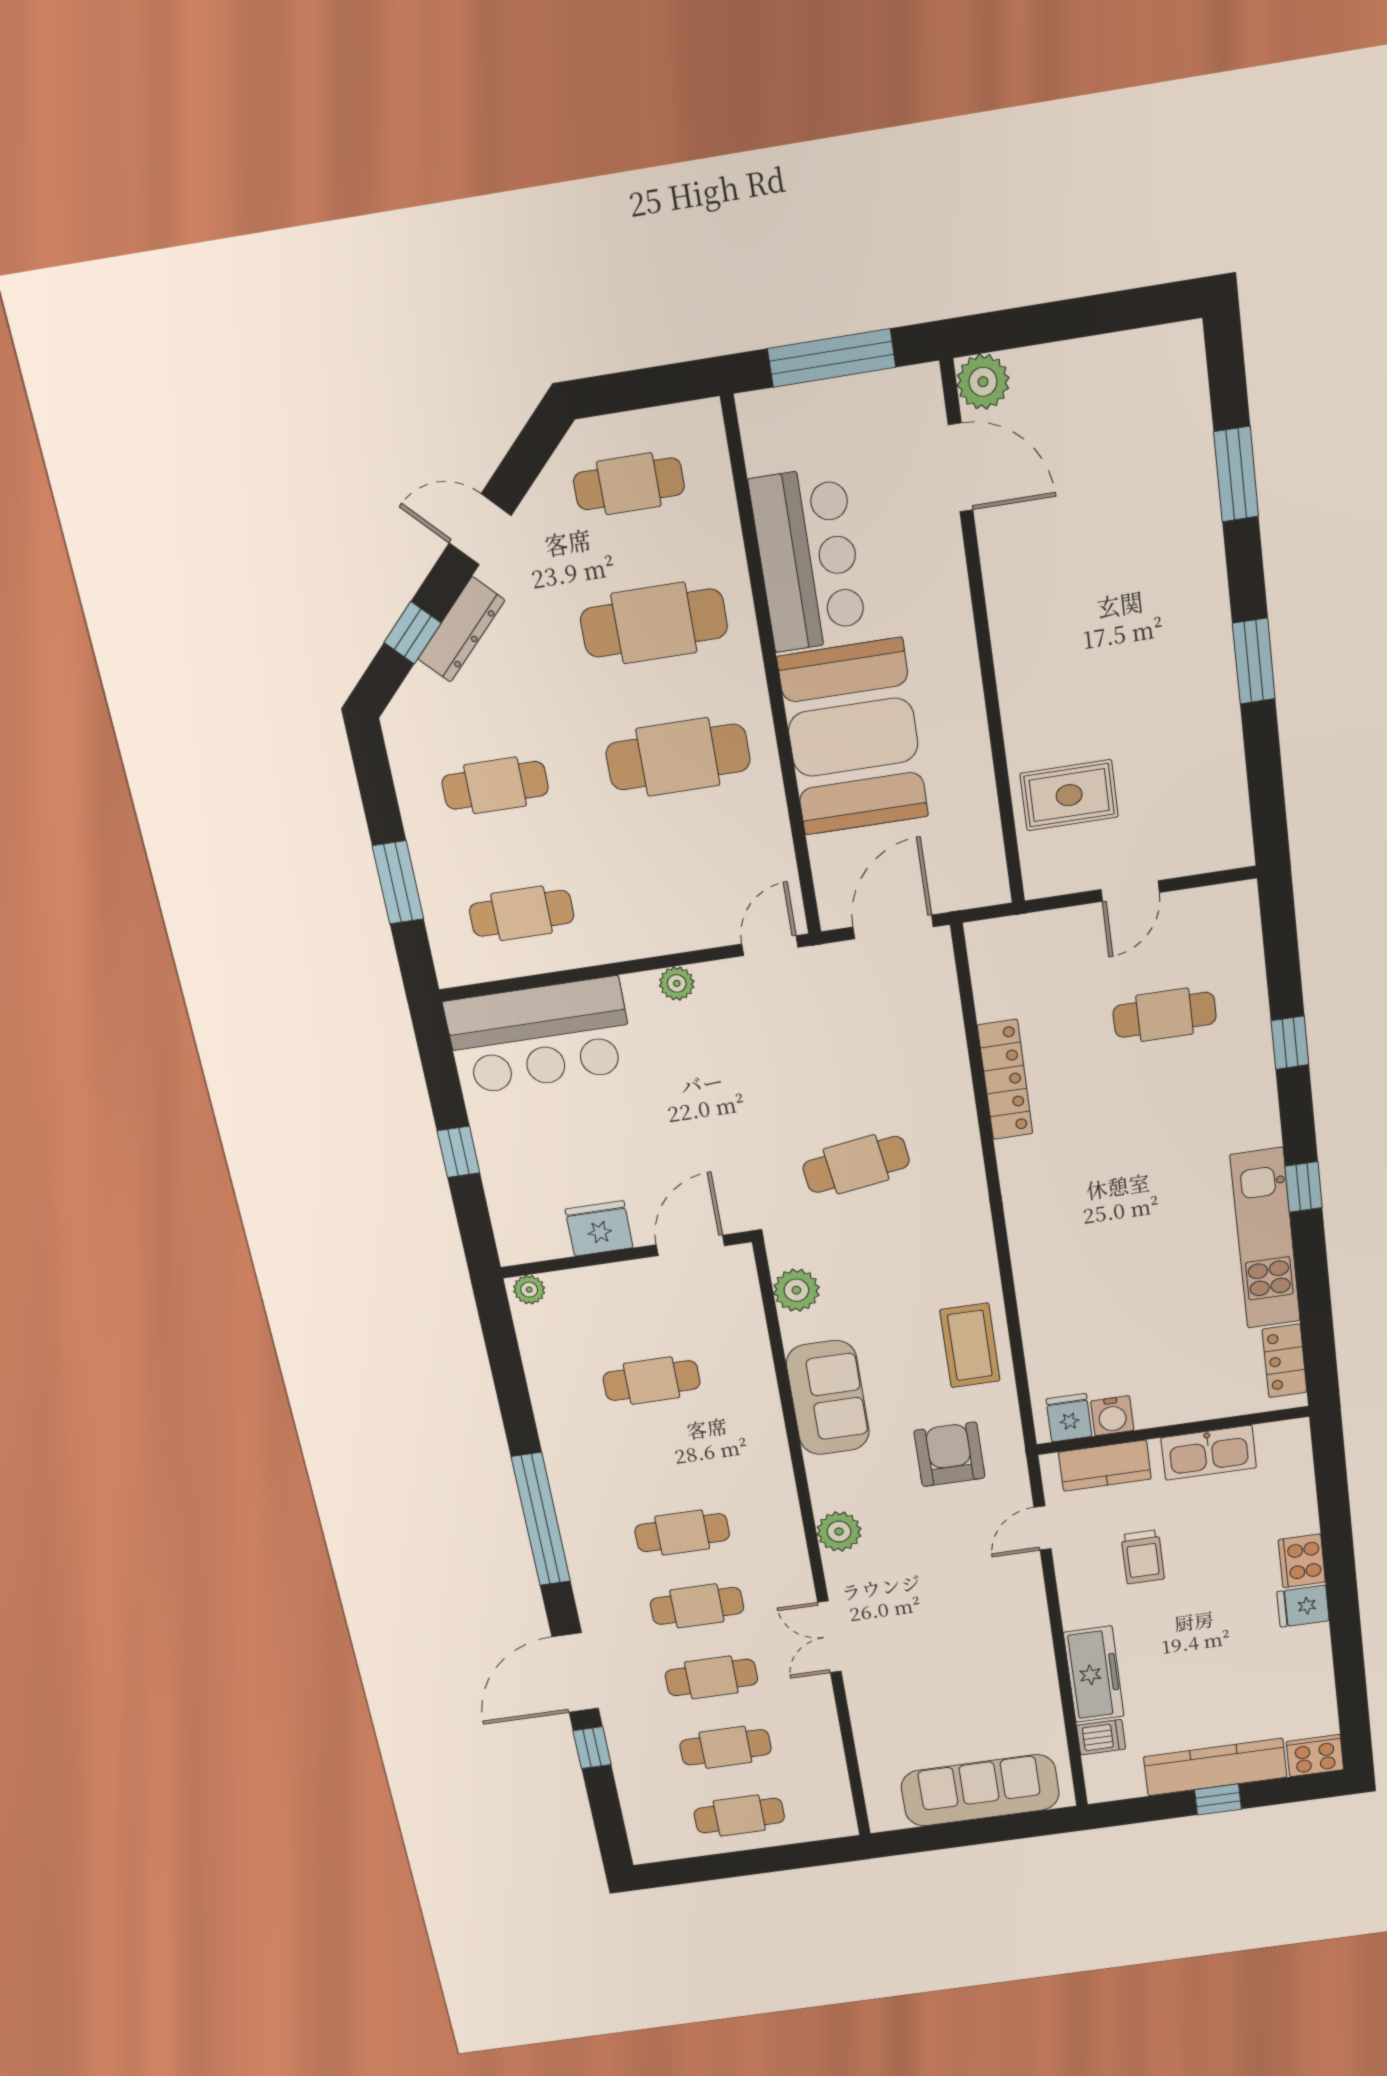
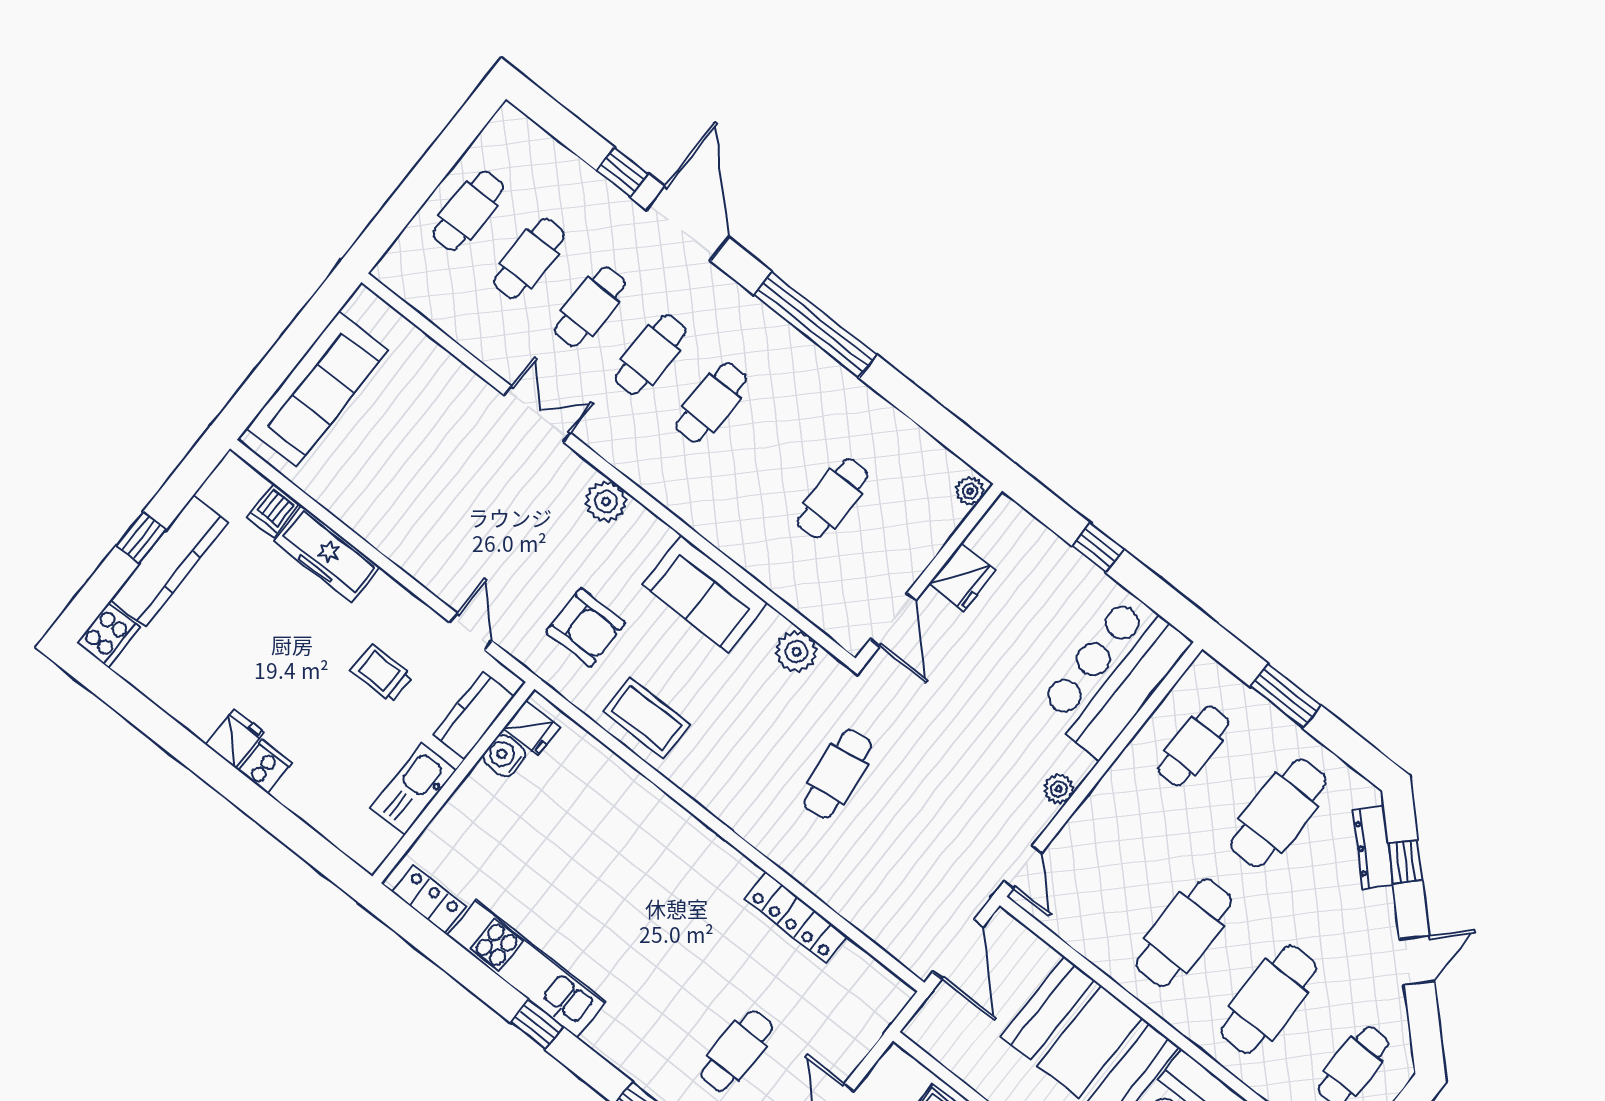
dresser: (461, 630) -> (1373, 847), moved
cafe table: (495, 785) -> (1278, 813), width x1.37, depth x1.35
cooker: (1302, 1561) -> (265, 766), width x0.73

